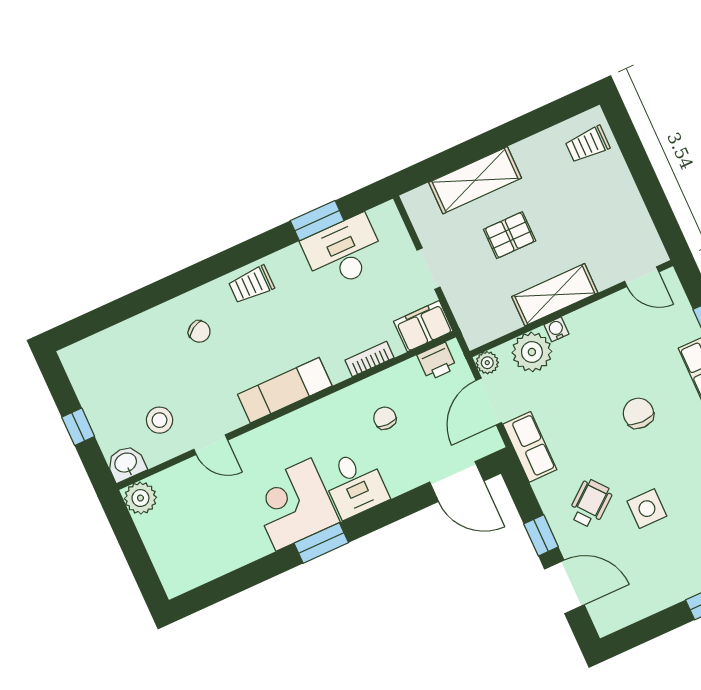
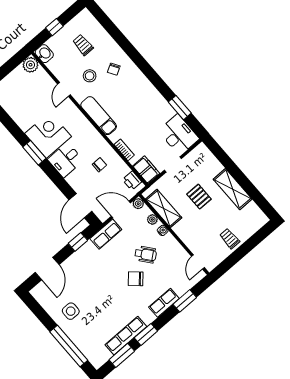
trolley: (587, 144) -> (230, 239), moved
shelving: (475, 180) -> (233, 189), moved
desk: (344, 252) -> (179, 135), moved
trolley: (251, 284) -> (83, 45), moved
shelving: (555, 295) -> (164, 208), moved
plant: (532, 352) -> (152, 219), width x0.53, depth x0.53
chair: (638, 413) -> (136, 279), turned -138
stool: (160, 420) -> (90, 76), moved
wheelchair: (590, 503) -> (146, 254), moved
side table: (647, 509) -> (71, 311), moved
window: (541, 535) -> (78, 242), moved

